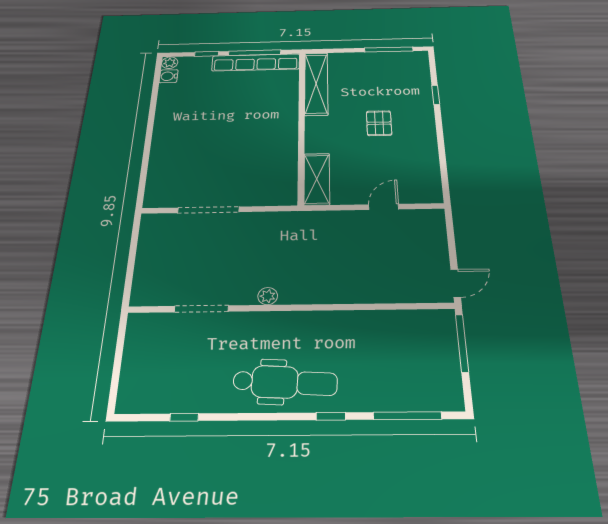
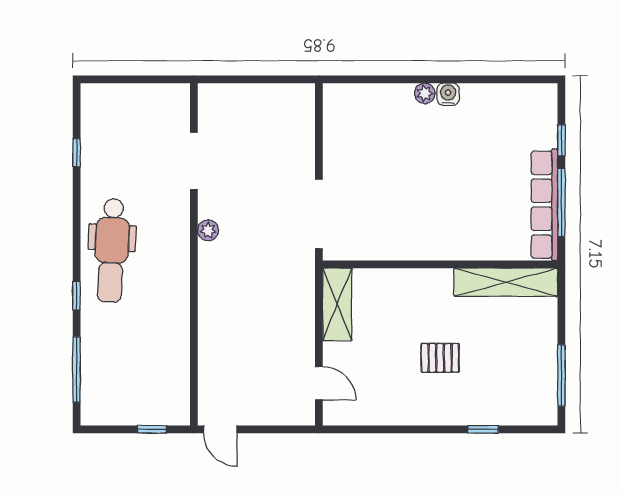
plant: (170, 63) -> (425, 93), moved
water cooler: (169, 76) -> (448, 94), moved
shelving: (317, 179) -> (337, 304), moved, turned 90
door: (384, 207) -> (319, 383), moved
doorway: (208, 210) -> (319, 214), moved
window: (462, 343) -> (152, 429), width x0.46

